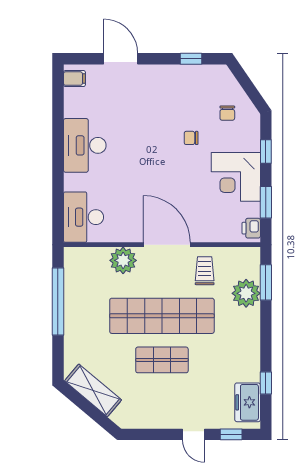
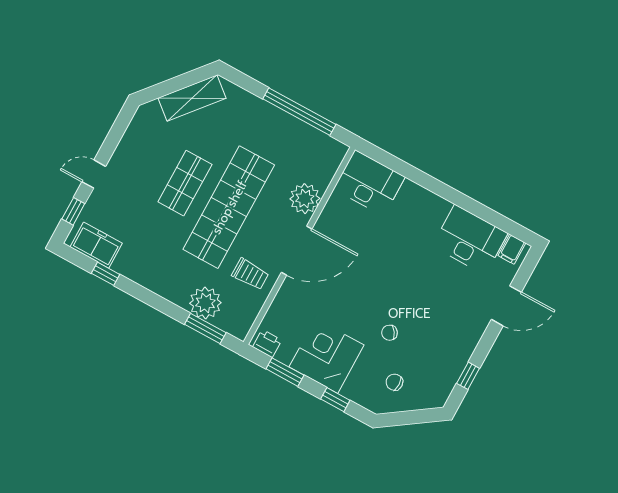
chair: (191, 138) -> (389, 333), turned -124
desk: (85, 145) -> (470, 240), moved

